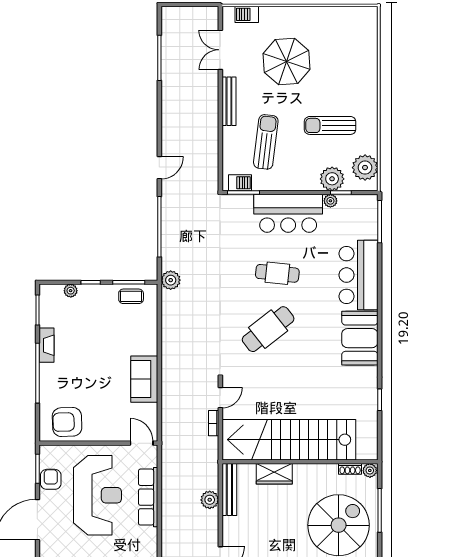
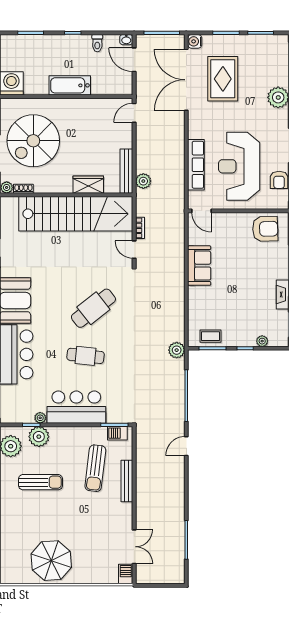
barbecue: (247, 14) -> (126, 574), moved, turned -90
parasol: (287, 62) -> (51, 561), moved
bench: (229, 101) -> (127, 481), moved
door: (220, 398) -> (134, 250), hinge flipped
plant: (210, 500) -> (143, 181), moved

